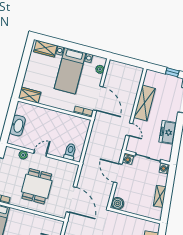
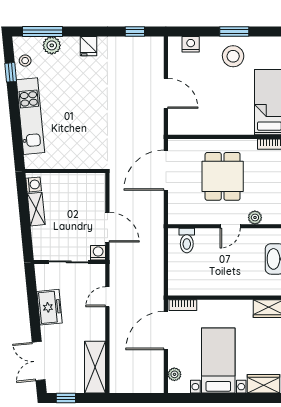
door: (98, 98) -> (166, 331), hinge flipped
shelving: (145, 103) -> (95, 367), moved
door: (129, 129) -> (107, 297), hinge flipped
washing machine: (164, 169) -> (34, 185), moved
door: (72, 200) -> (166, 170), hinge flipped
boiler: (118, 203) -> (96, 182), removed

